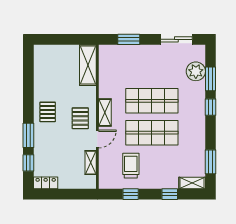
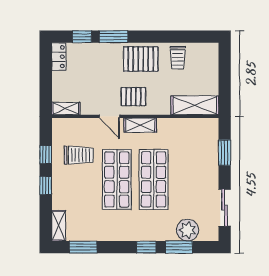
trolley: (46, 80) -> (178, 58), added
pallet: (48, 112) -> (141, 59), width x1.50, depth x1.42
shelving: (91, 163) -> (66, 109), moved
window: (170, 194) -> (46, 185), moved

